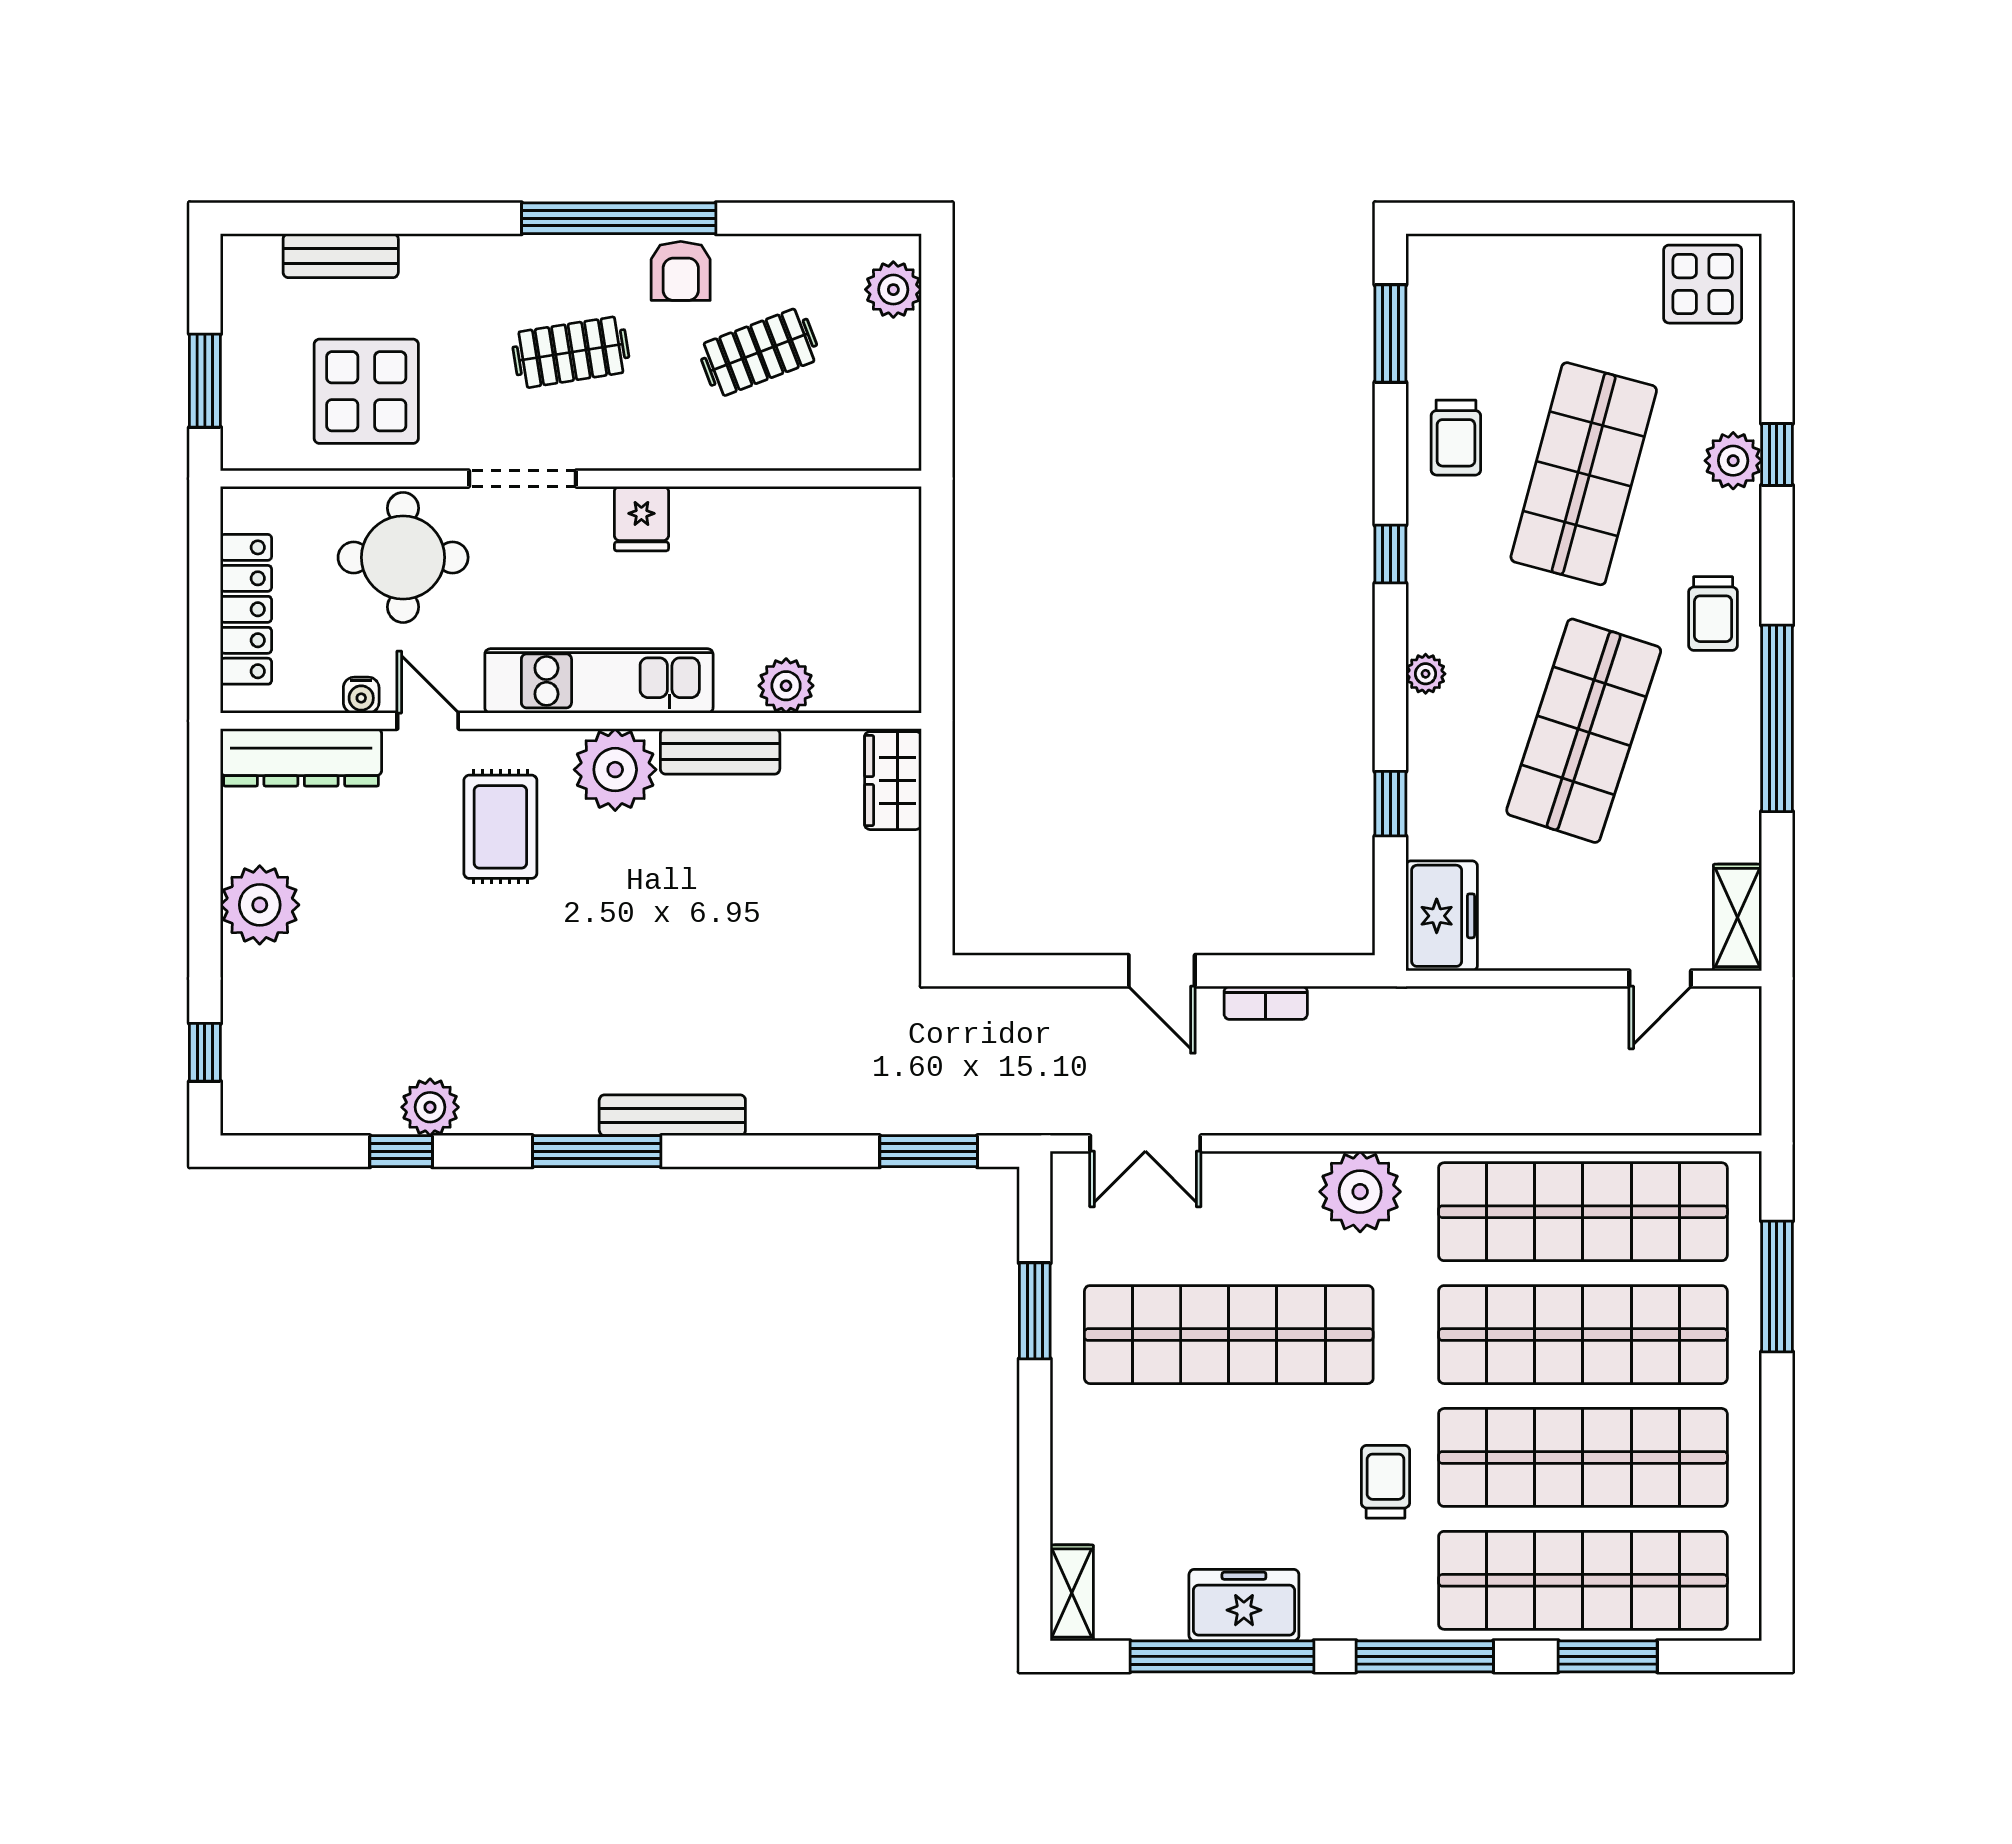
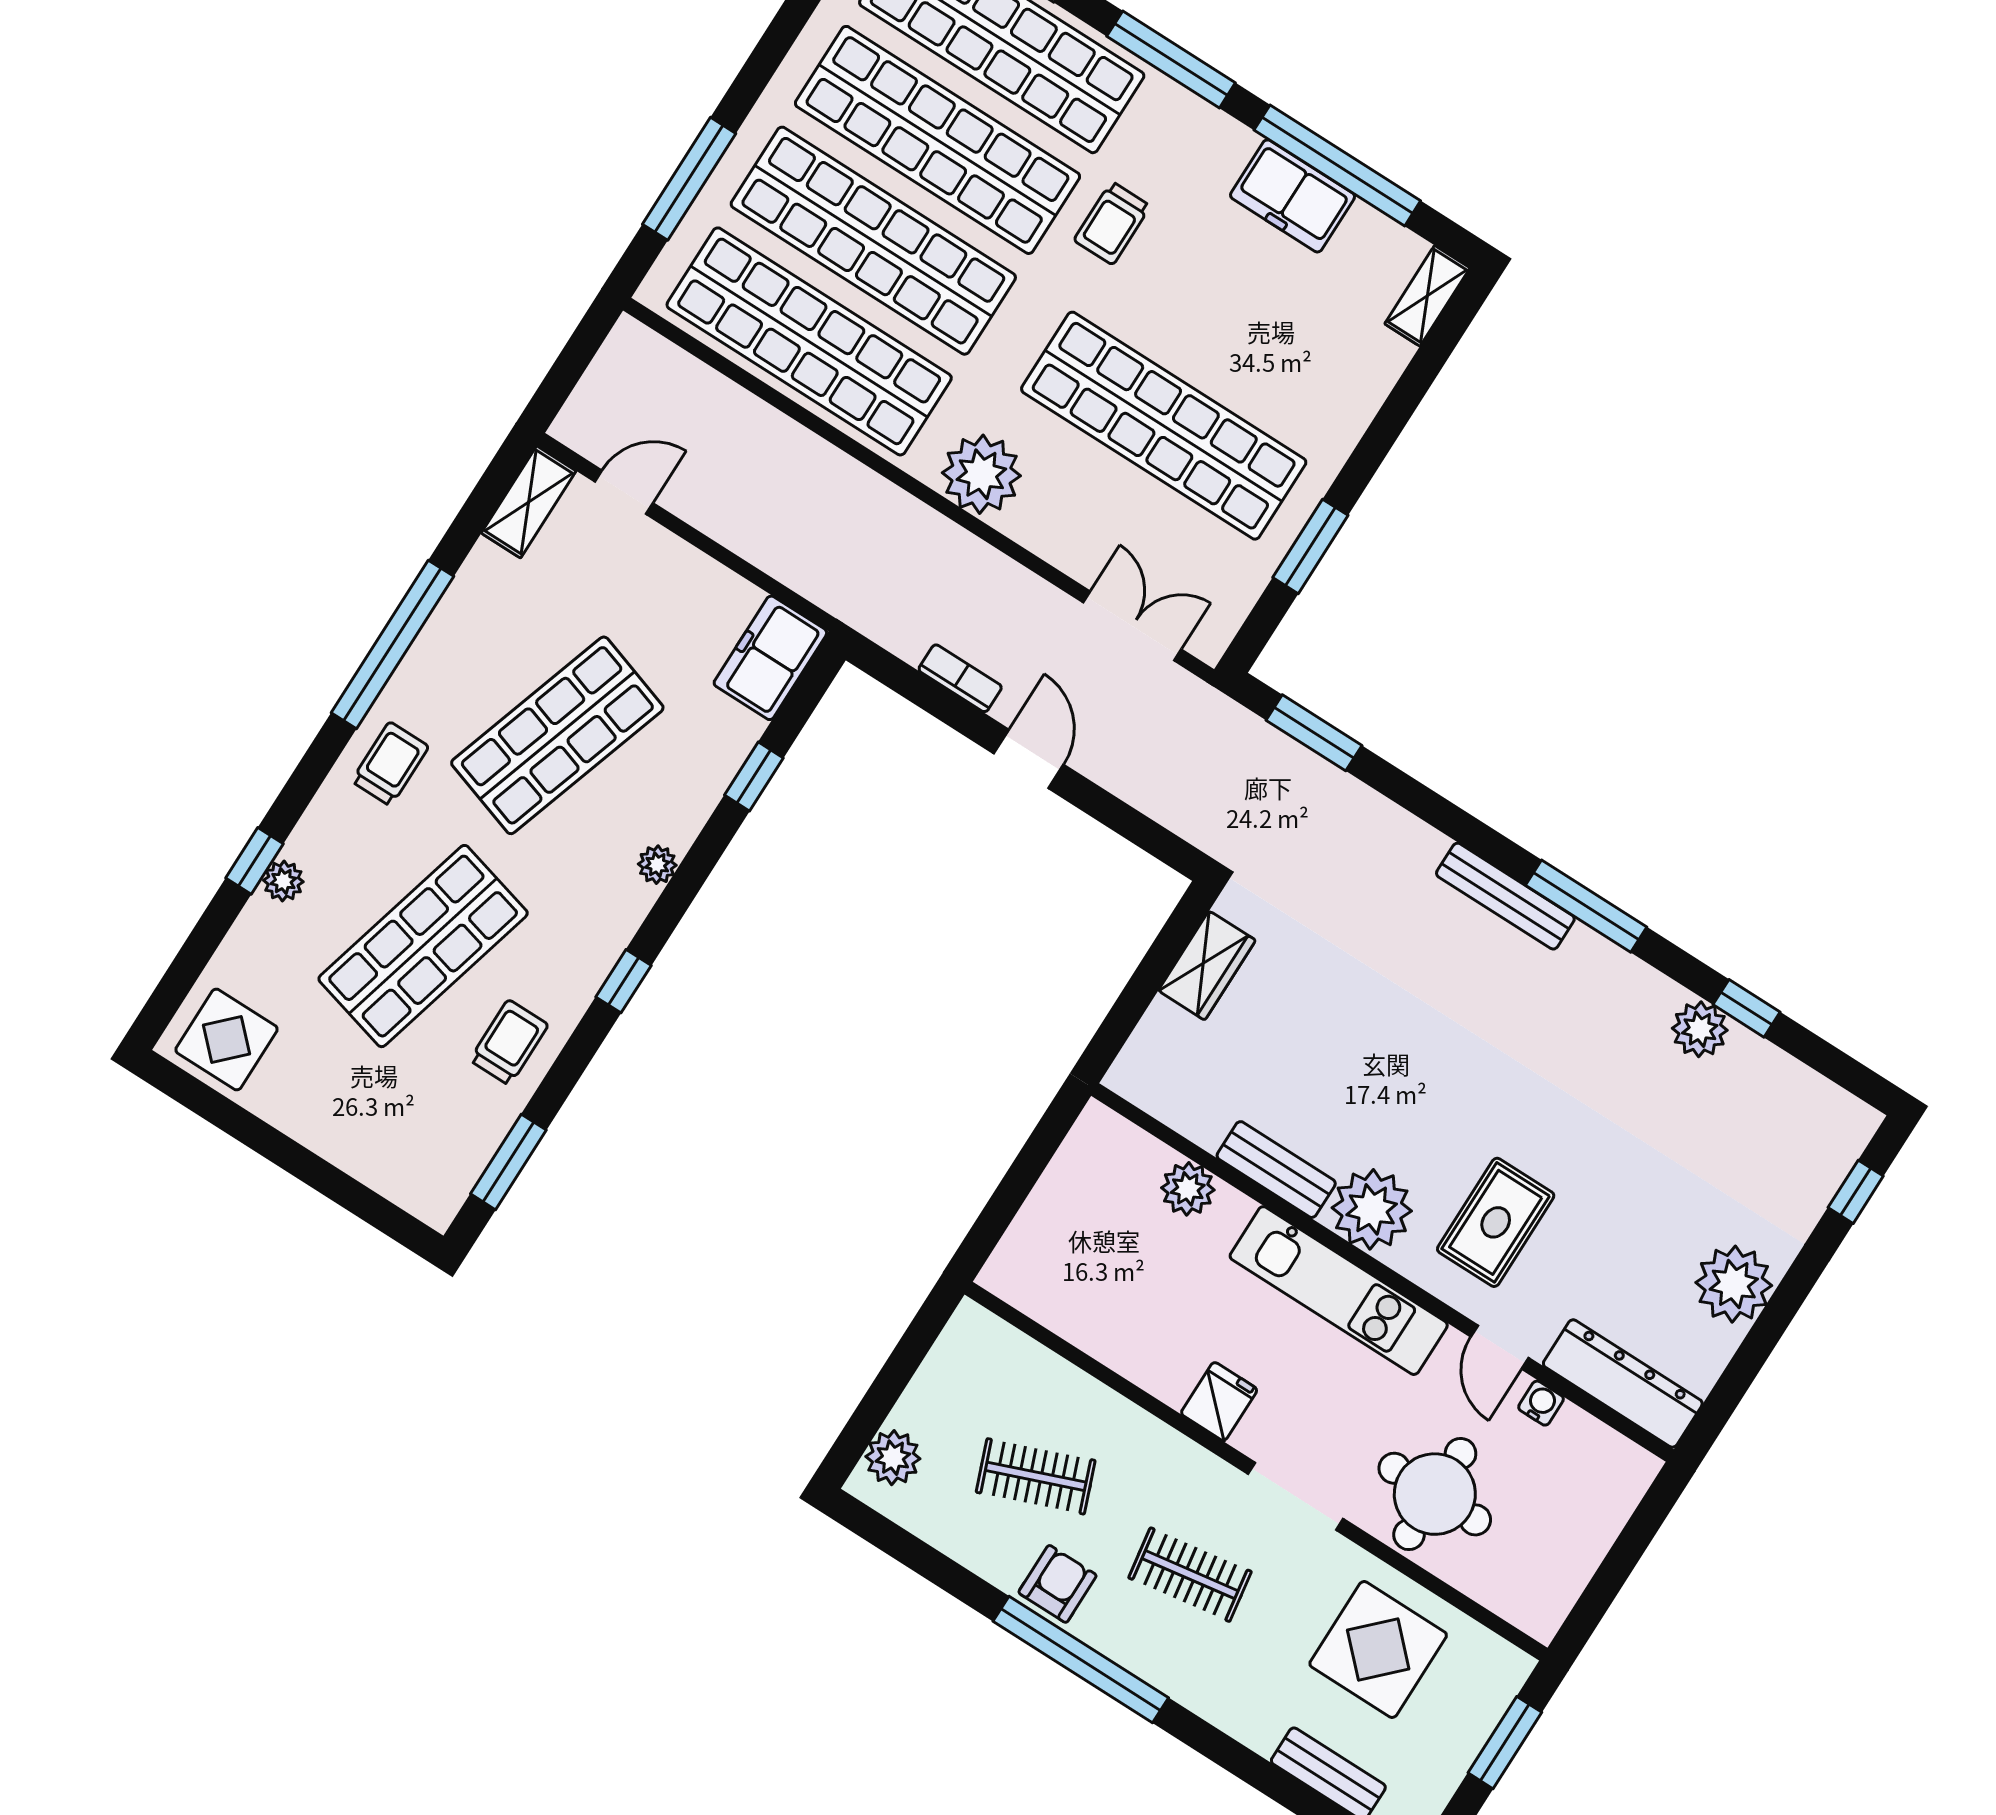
plant: (1733, 461) -> (283, 881), width x0.73, depth x0.73
locker: (246, 609) -> (1591, 1534), removed
wardrobe: (893, 781) -> (1207, 965), moved

